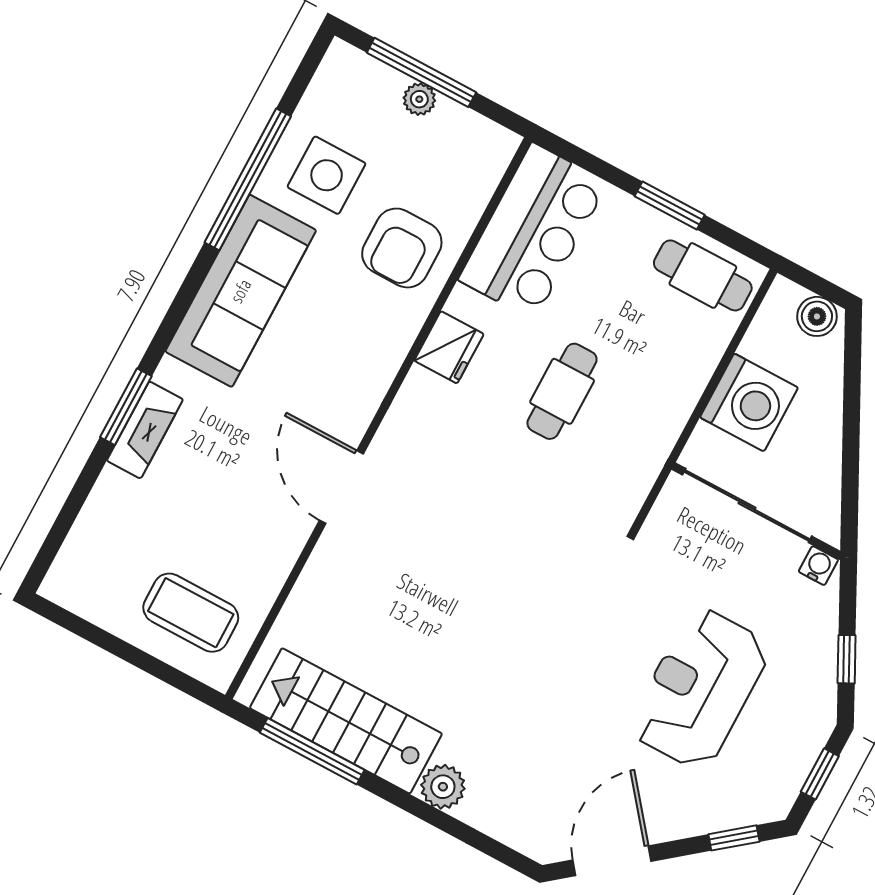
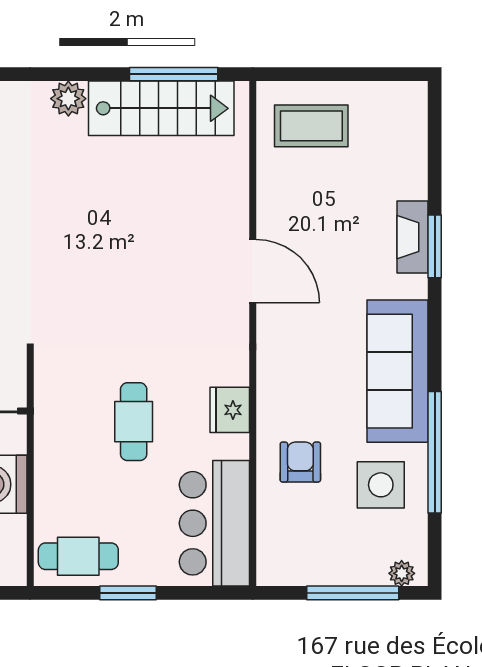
plant: (419, 99) -> (402, 573), moved
armchair: (402, 248) -> (300, 462), width x0.72, depth x0.72

